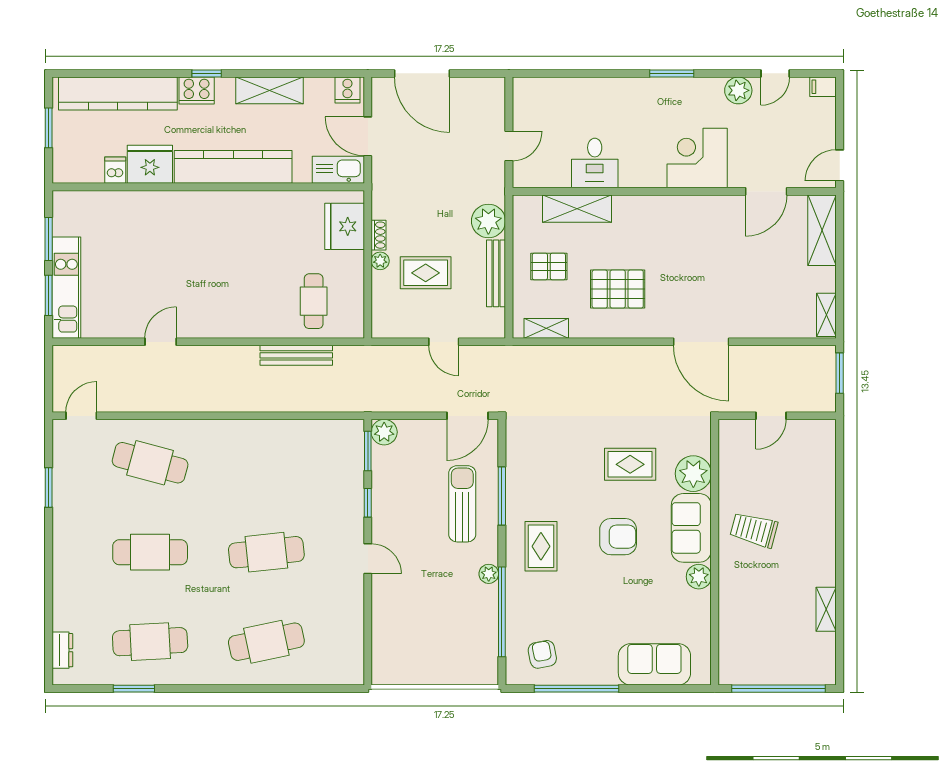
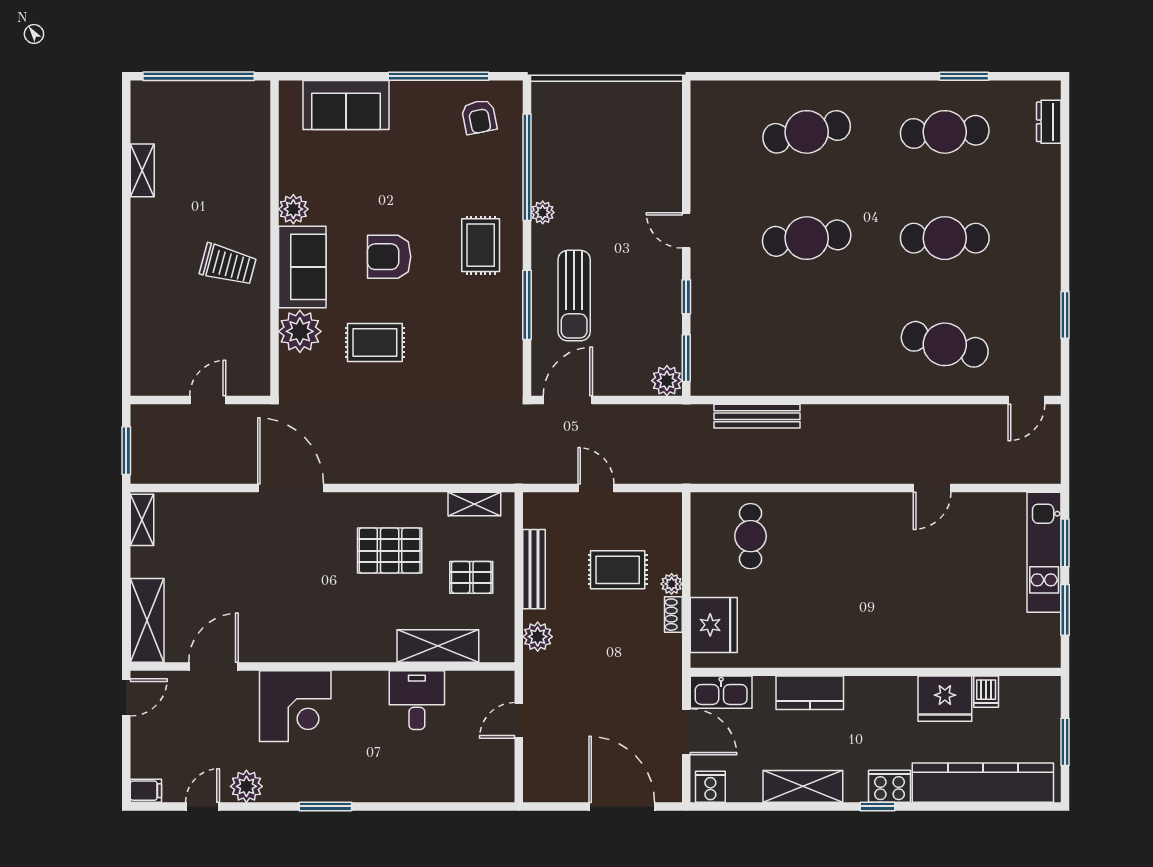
kitchen counter: (233, 167) -> (810, 693), width x0.48, depth x0.86
plant: (488, 221) -> (538, 637), width x0.73, depth x0.73
bench: (296, 355) -> (757, 416), moved

